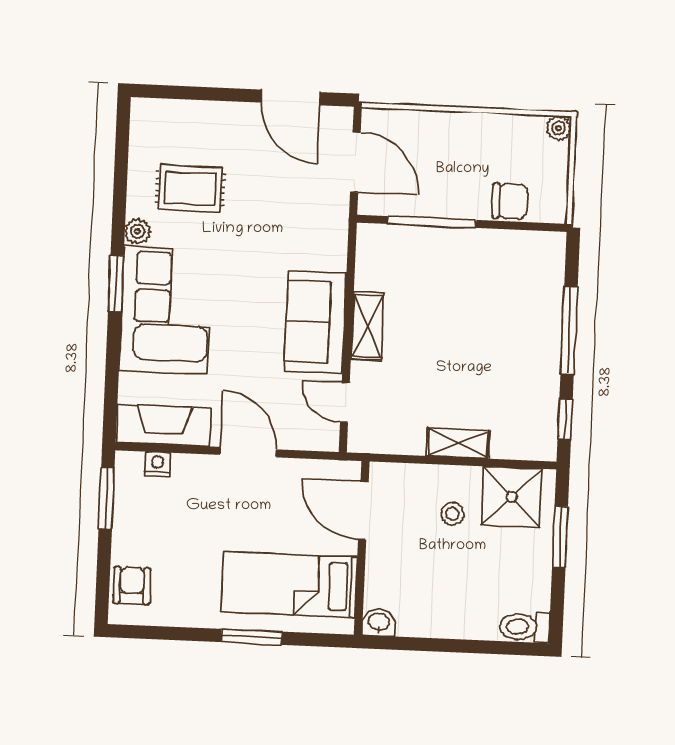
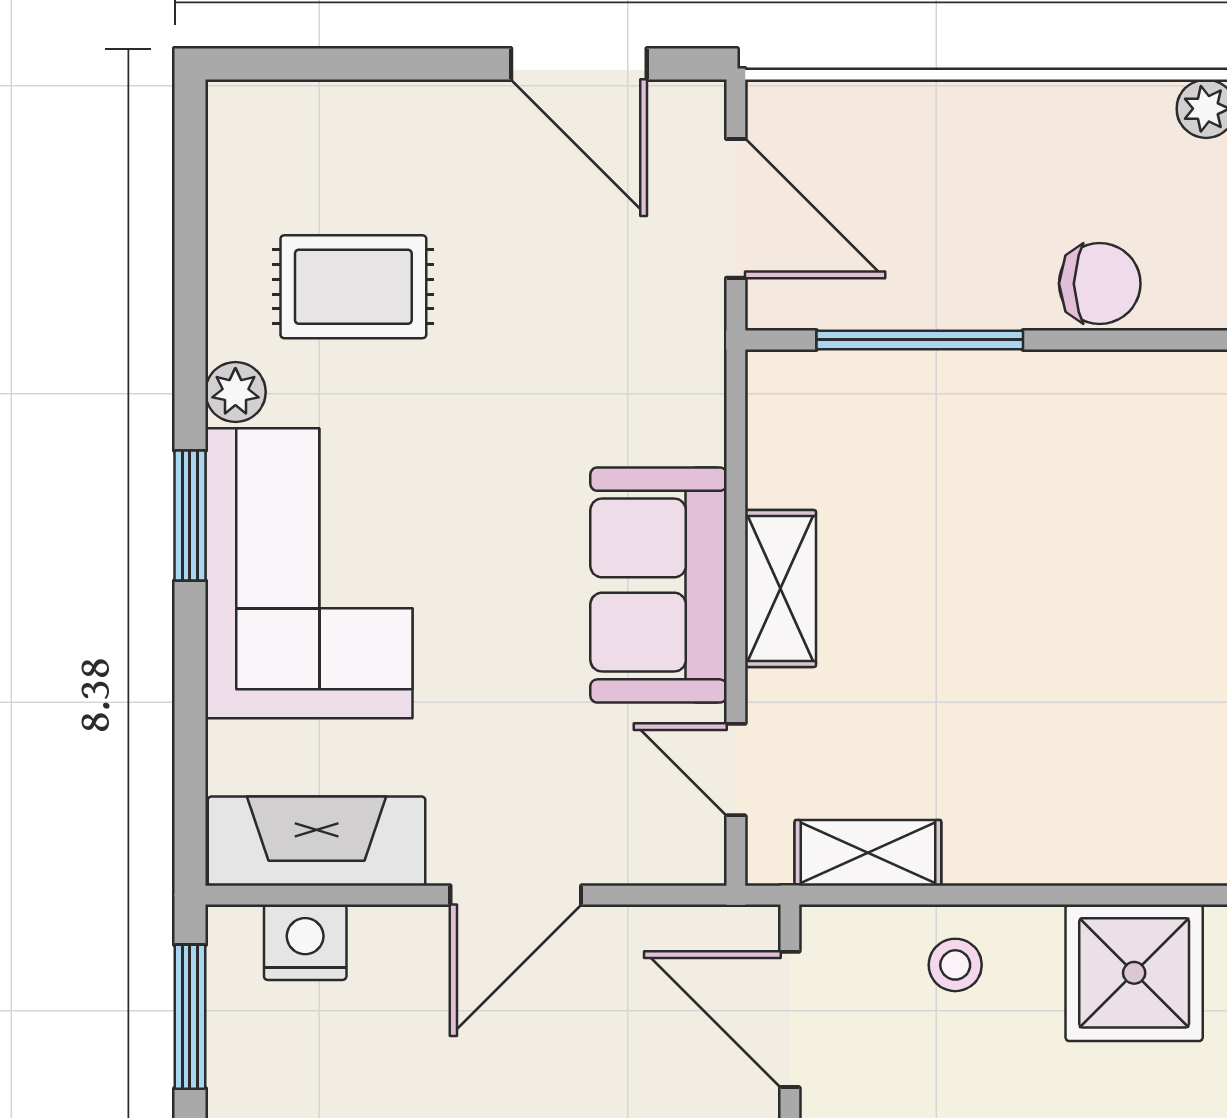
shelving: (458, 443) -> (868, 853), moved
door: (248, 452) -> (516, 895), swing flipped
nightstand: (157, 464) -> (305, 942), width x1.39, depth x1.35
stool: (452, 514) -> (955, 965), moved

